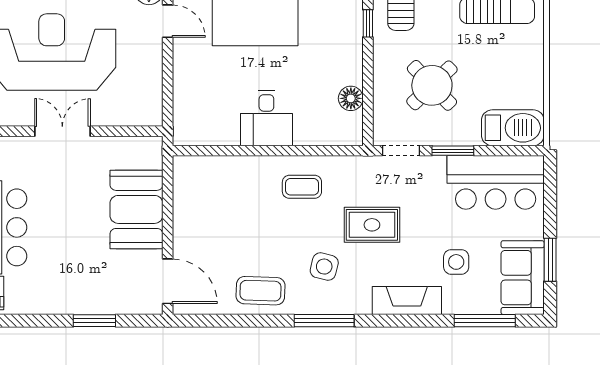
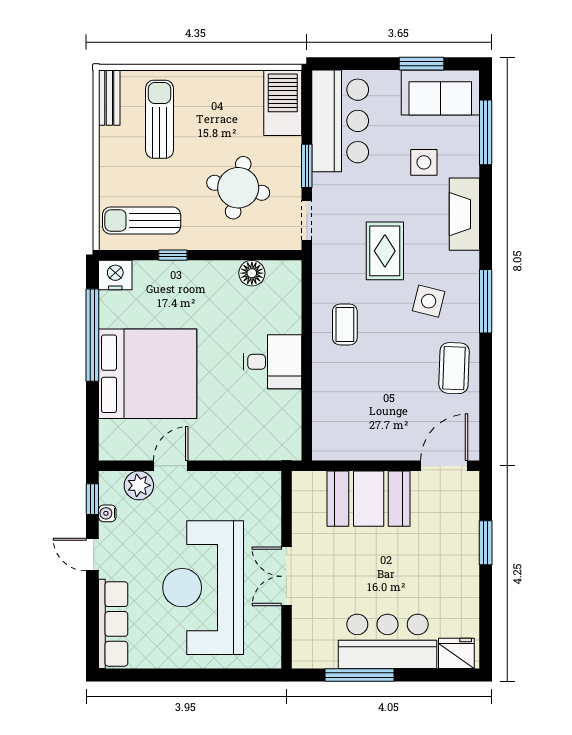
round table: (432, 85) -> (238, 188), turned -34

